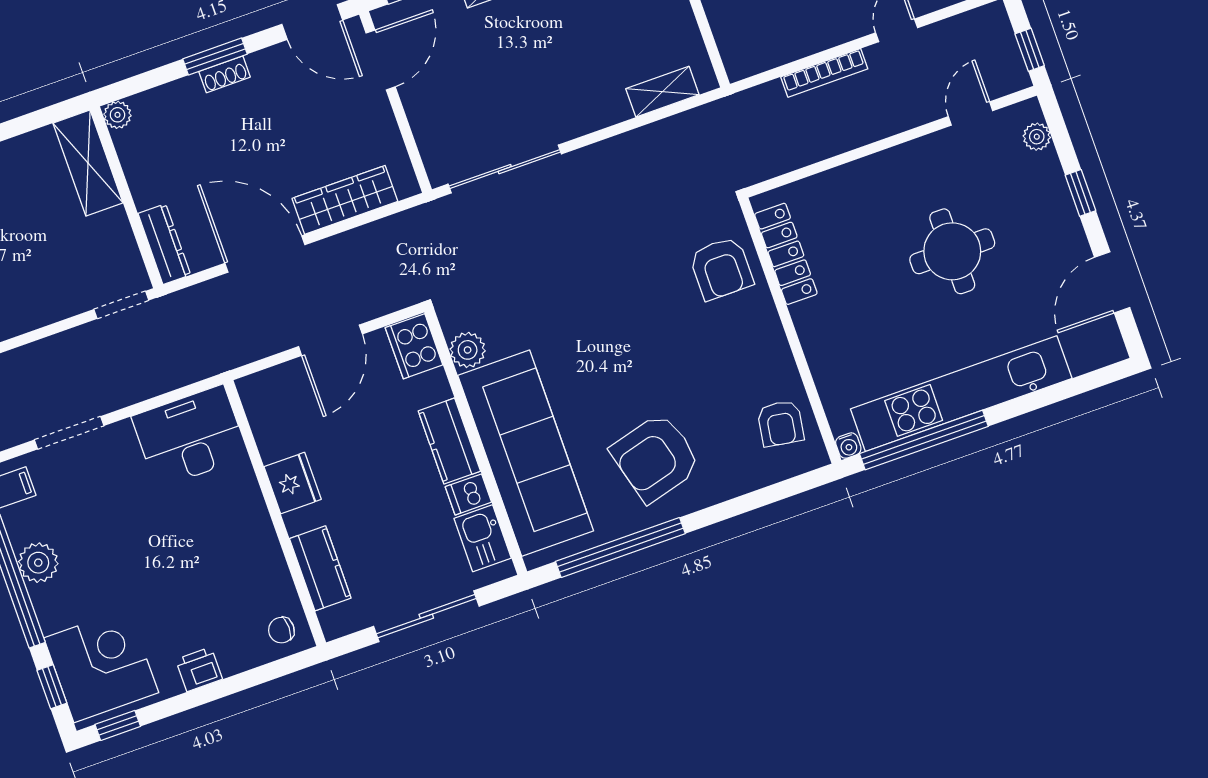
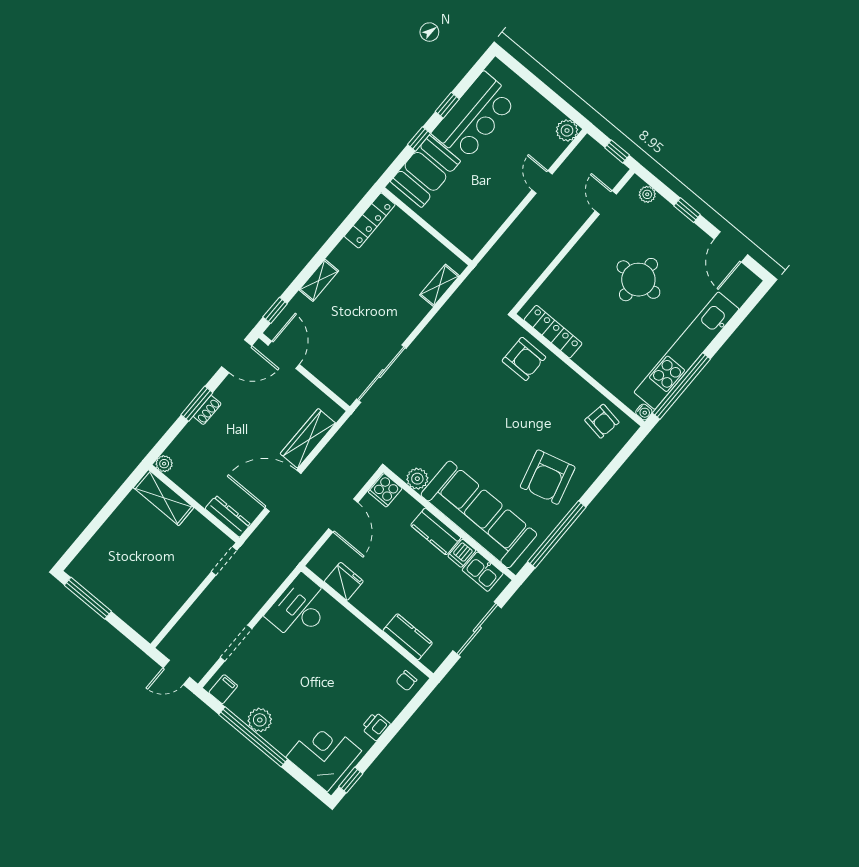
bookcase: (824, 73) -> (518, 226), removed
cooker: (414, 346) -> (385, 490), width x0.73
fridge: (293, 483) -> (344, 581), moved
window: (52, 687) -> (305, 780), removed

